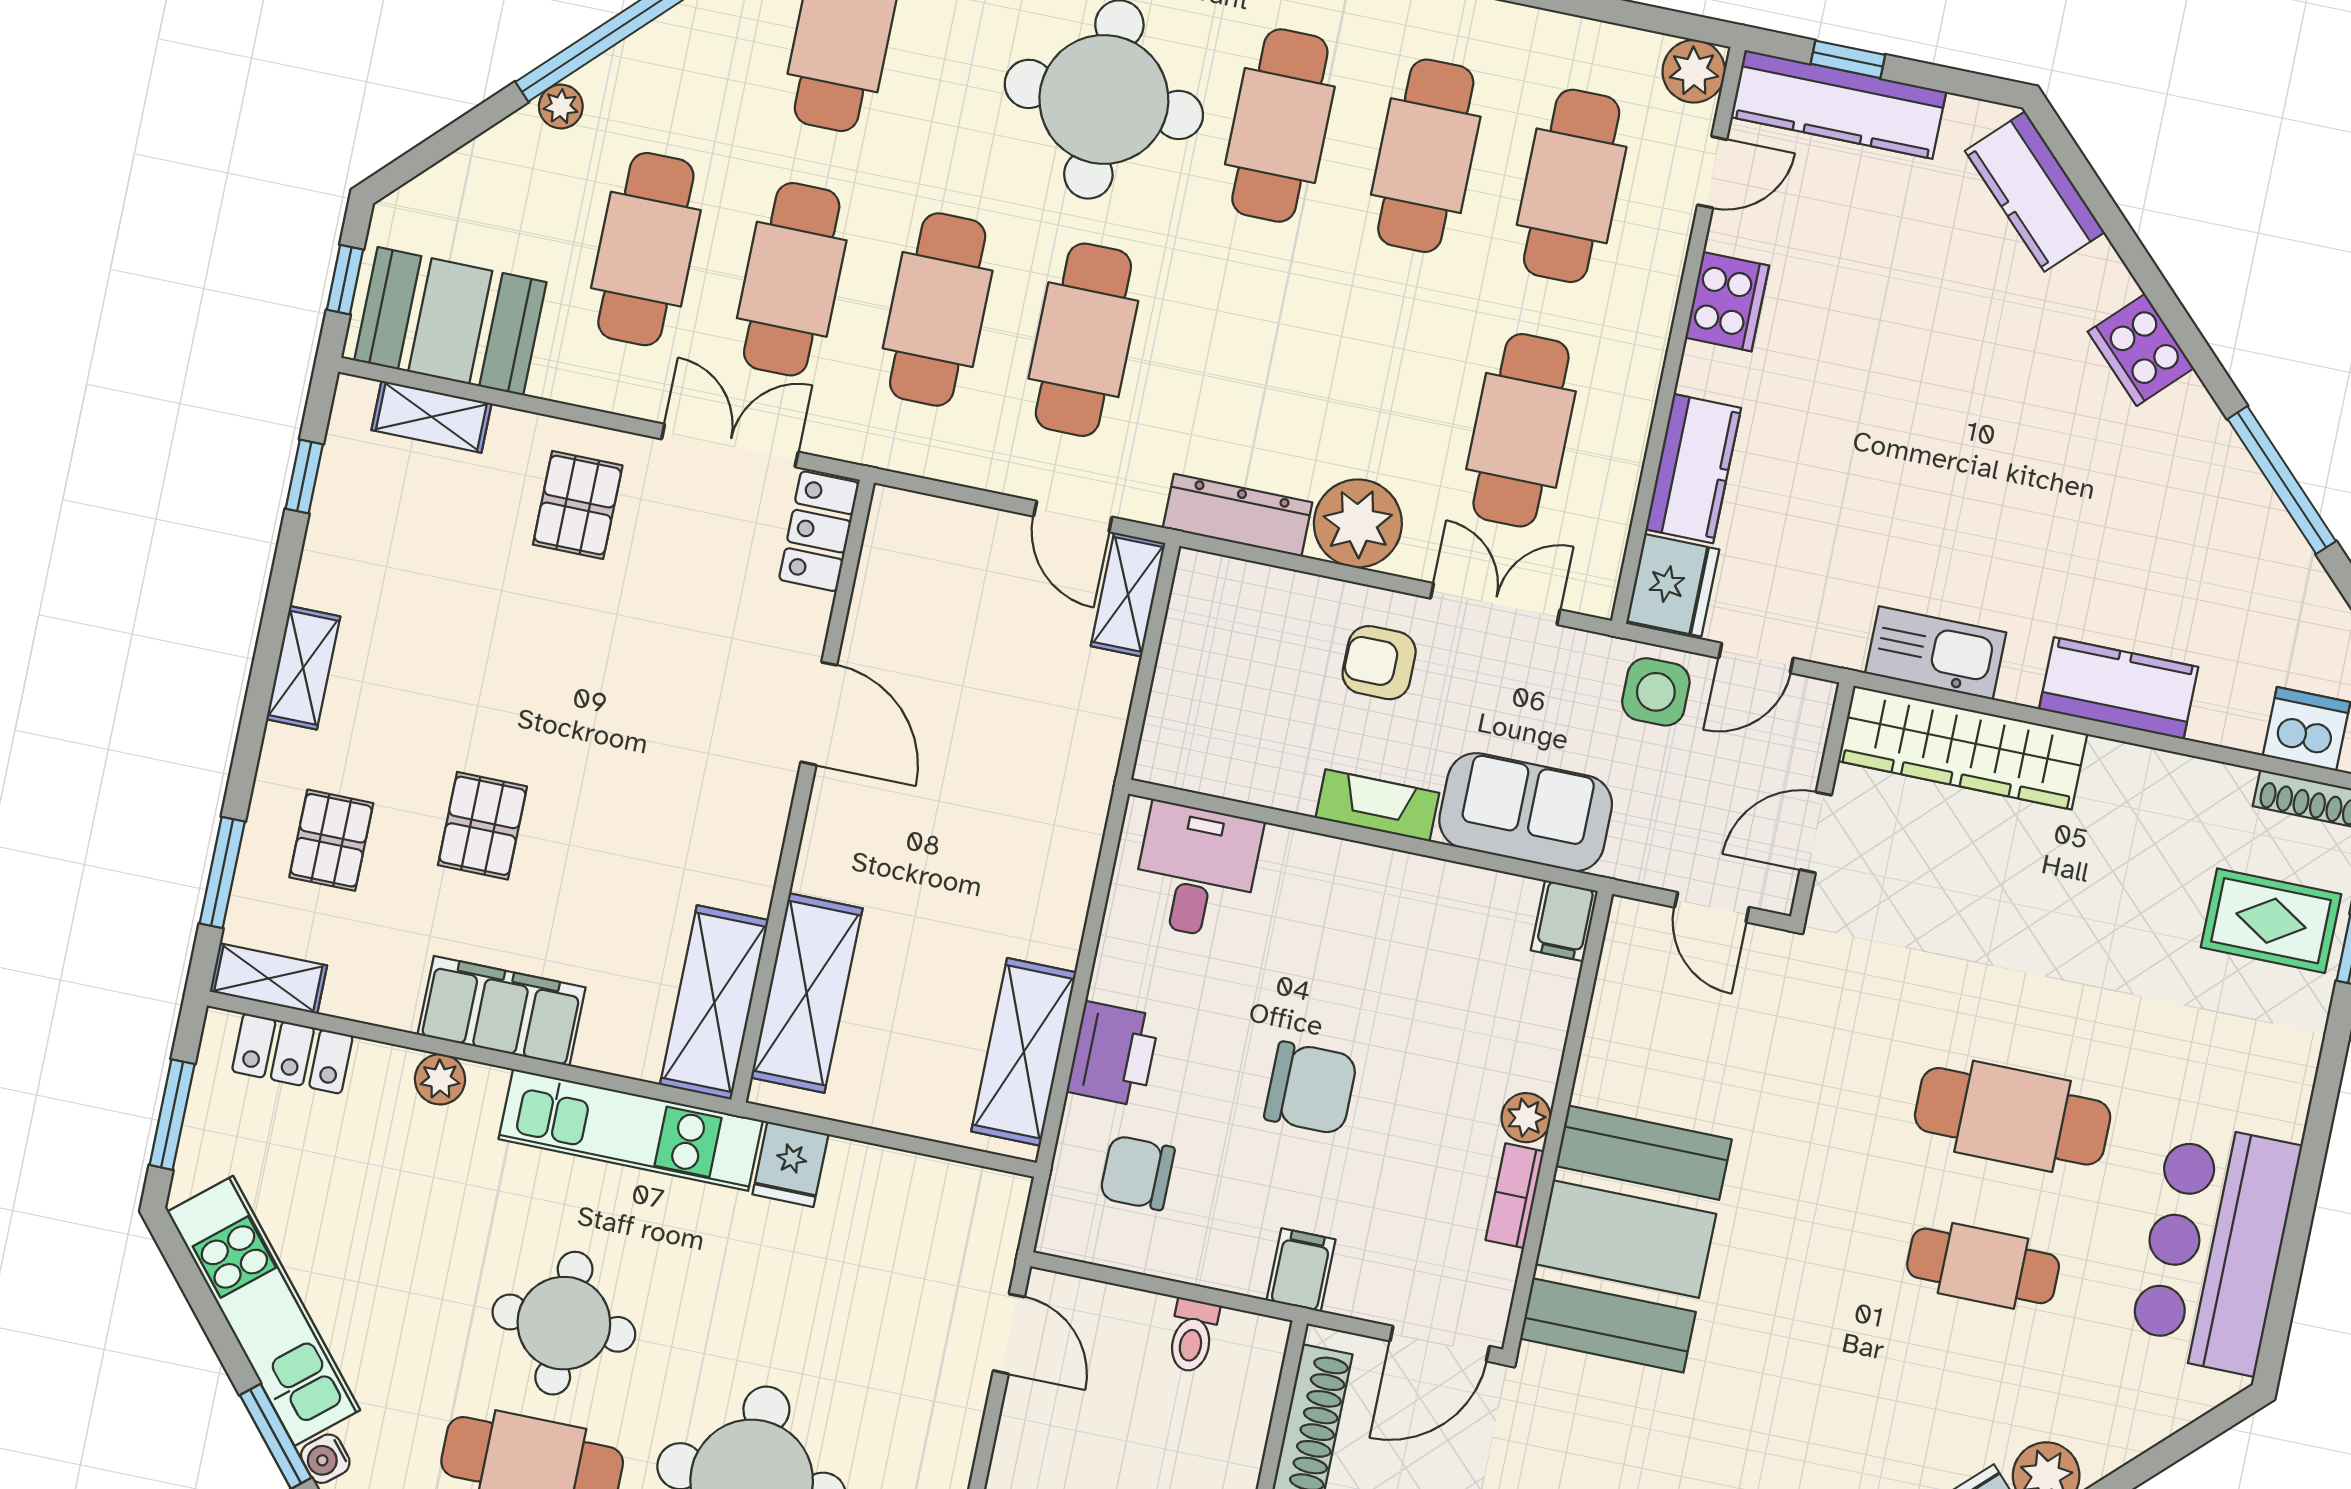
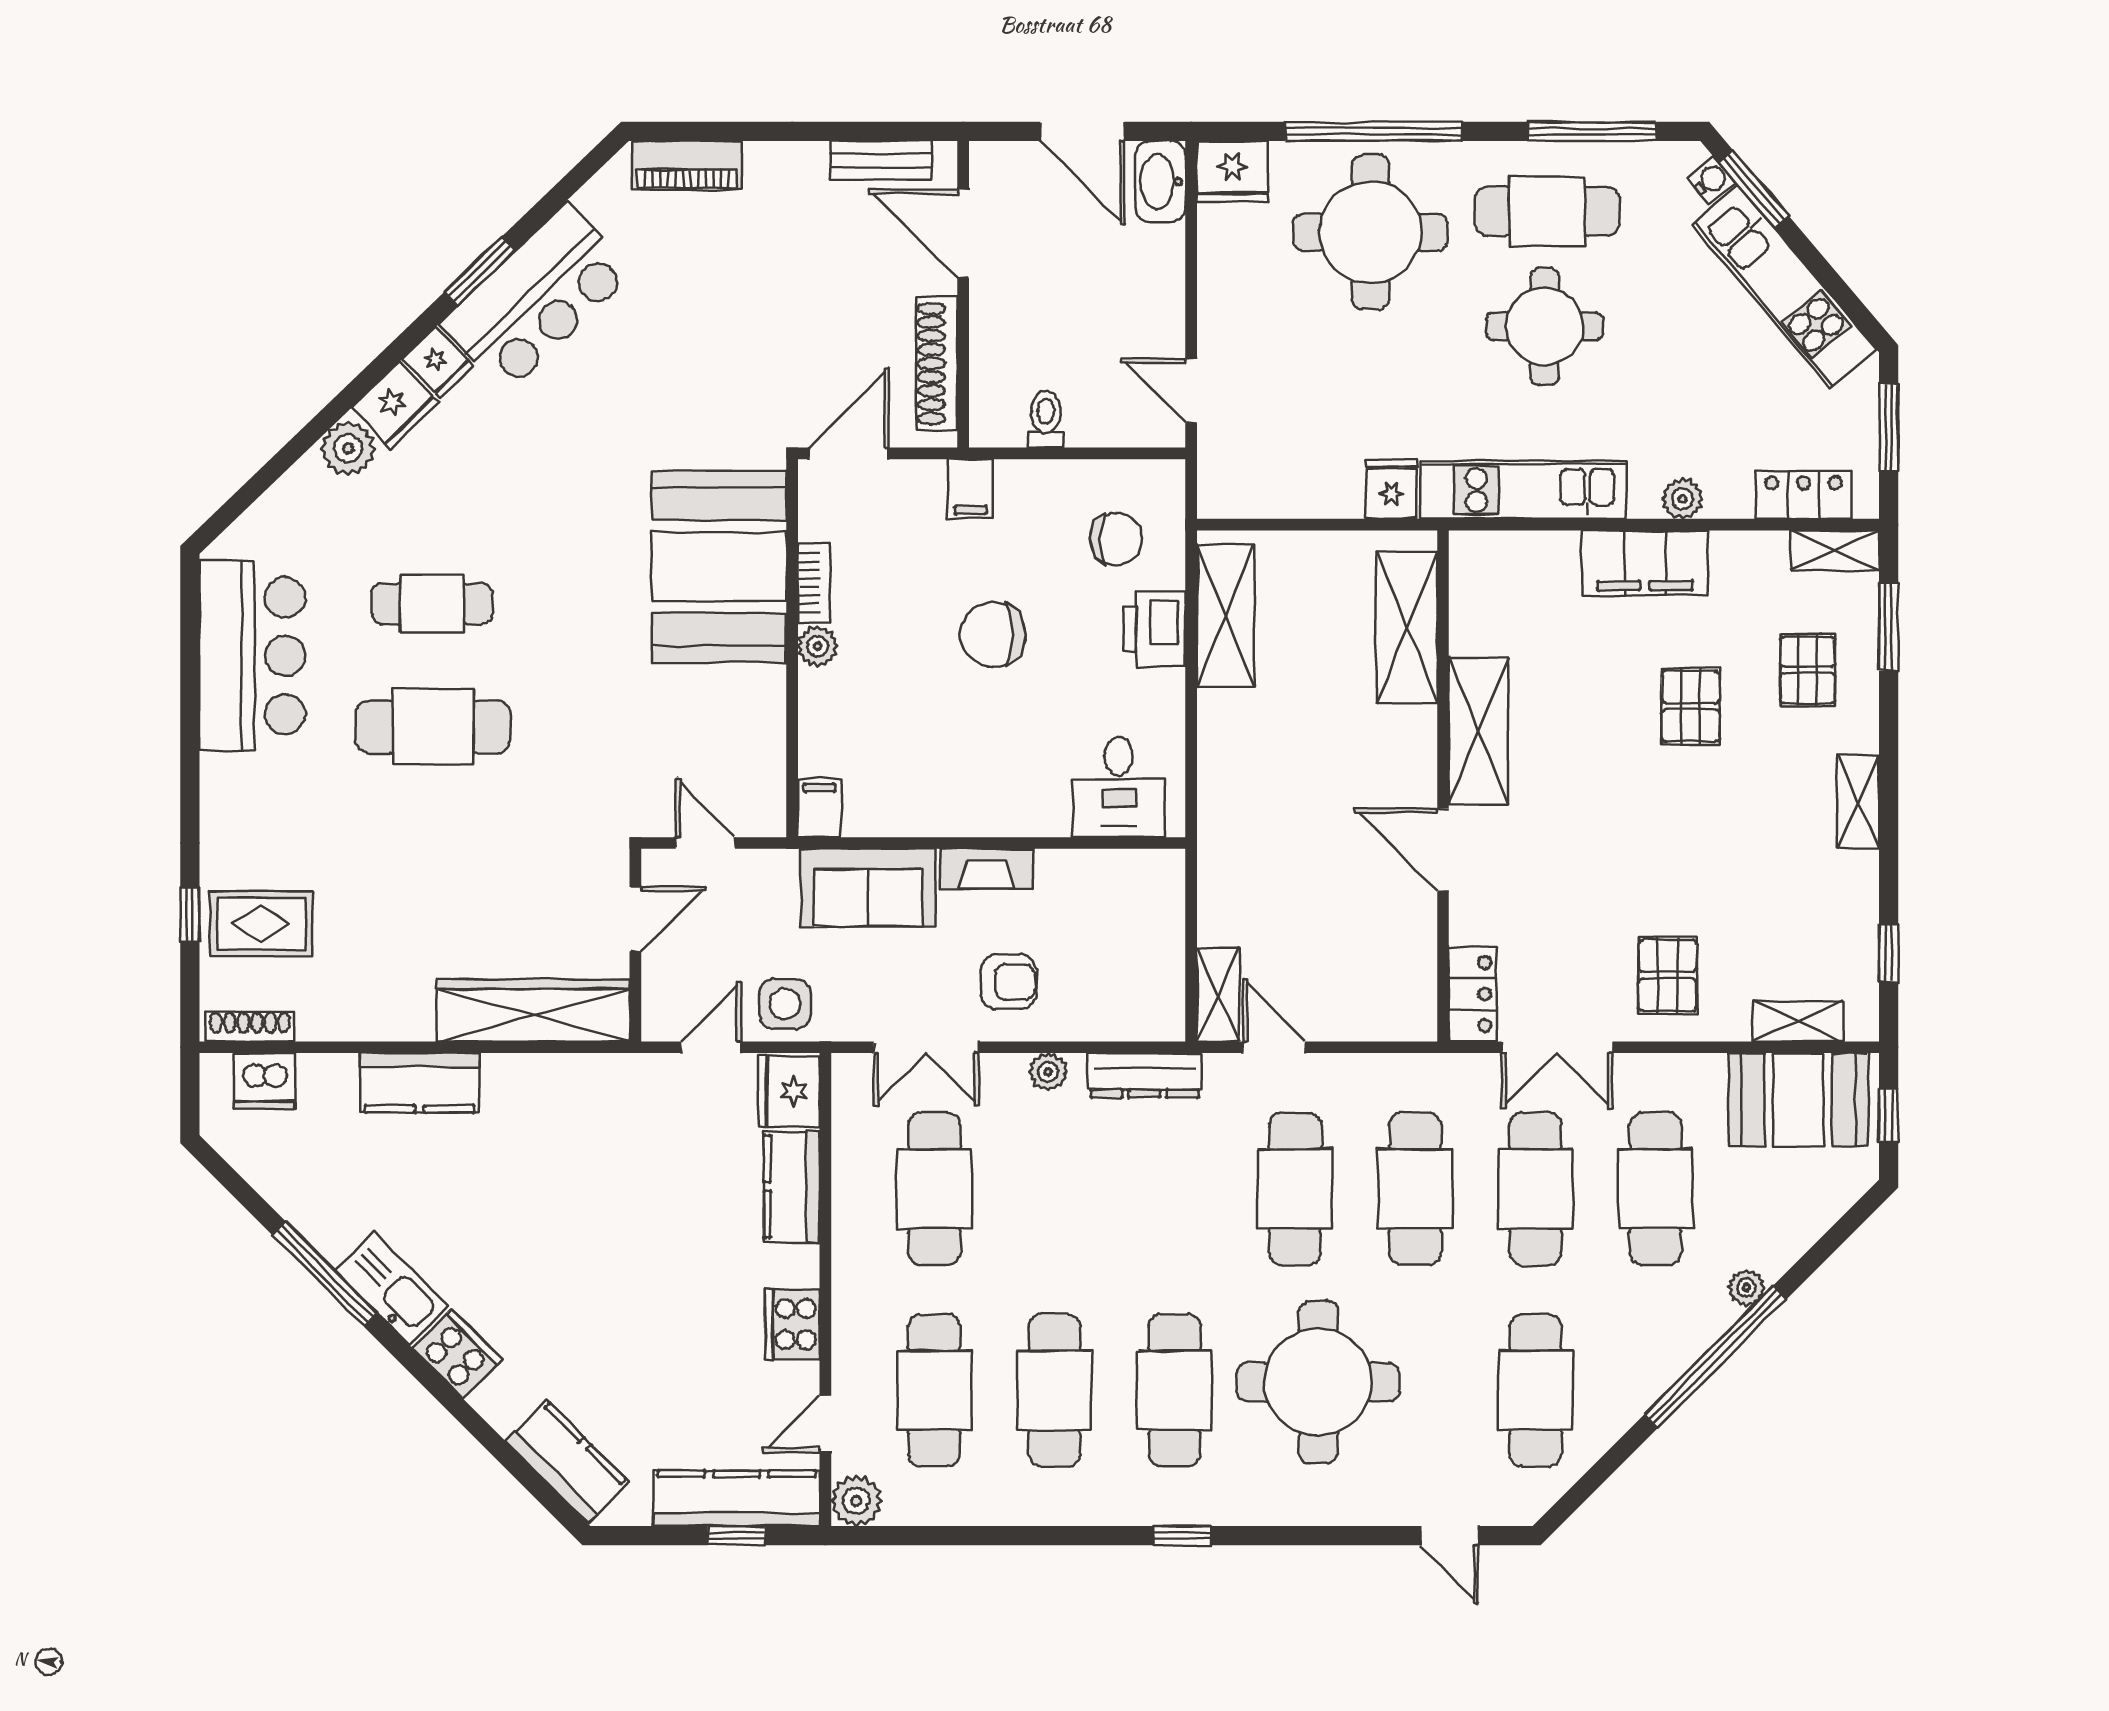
plant: (1358, 523) -> (1048, 1072), width x0.53, depth x0.53
kitchen sink: (1936, 653) -> (392, 1289), moved, turned -135
shelving: (714, 1002) -> (1478, 731), moved

